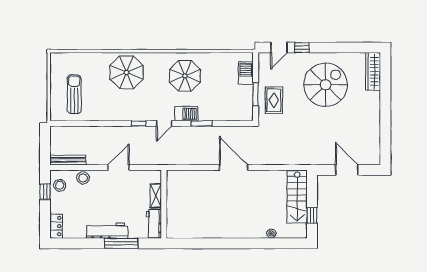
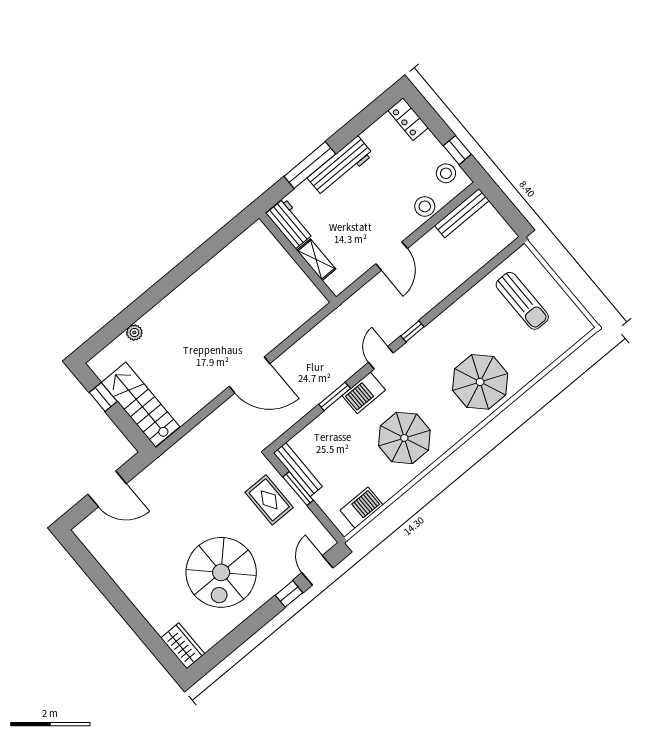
wardrobe: (373, 71) -> (183, 646), width x0.67
barbecue: (246, 73) -> (361, 508), moved, turned -90
bench: (248, 103) -> (298, 470), added

